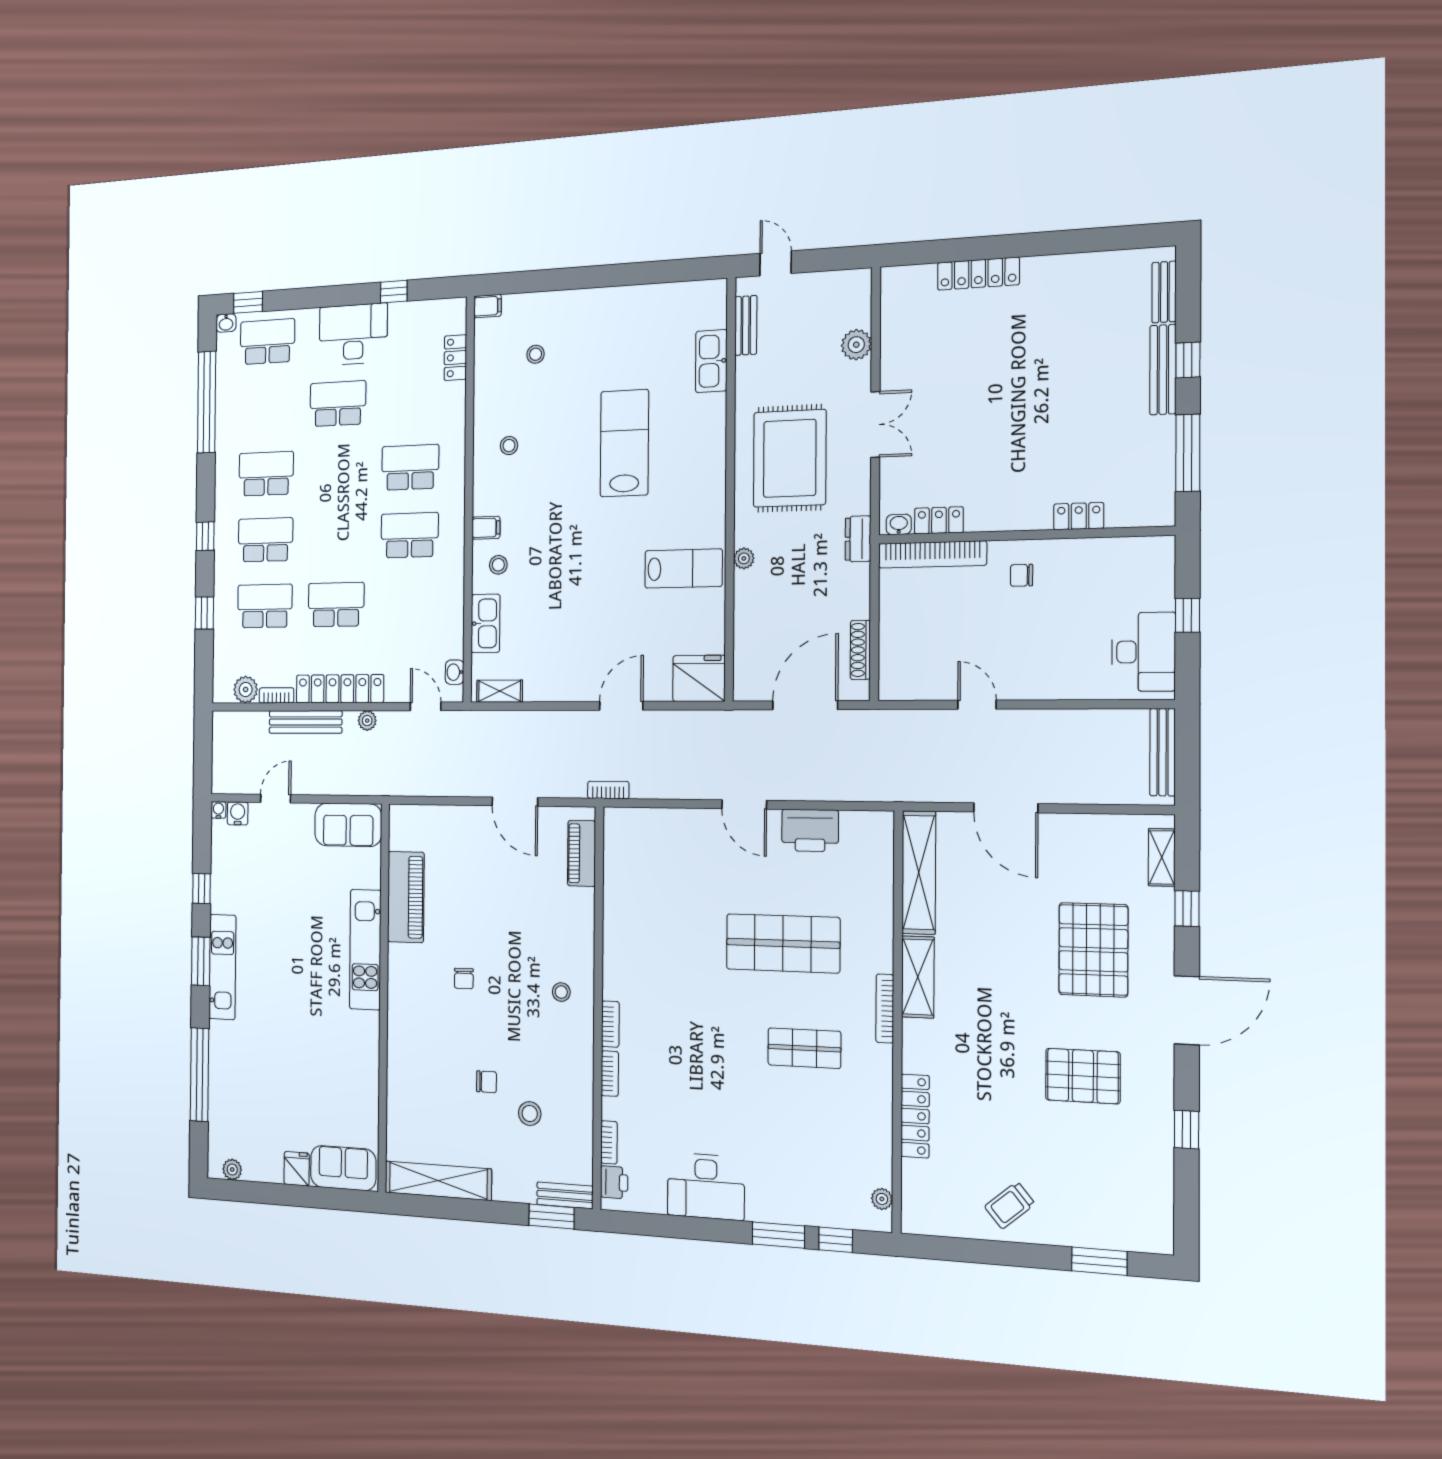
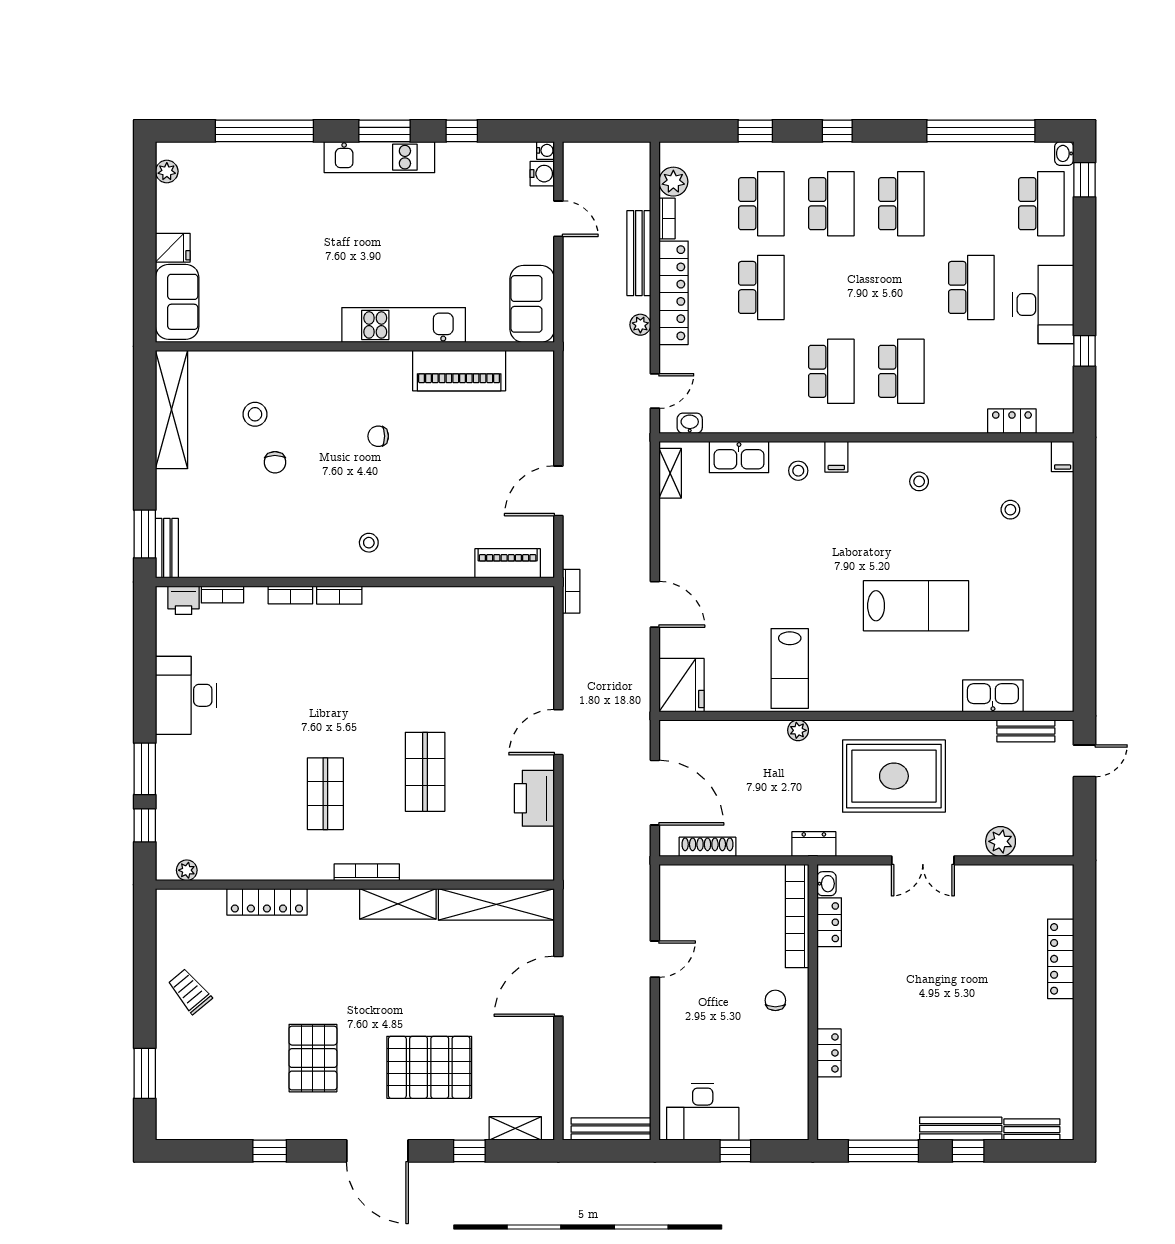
shop shelf: (783, 943) -> (425, 772), width x0.70, depth x0.74
stool: (530, 1114) -> (255, 414), moved

